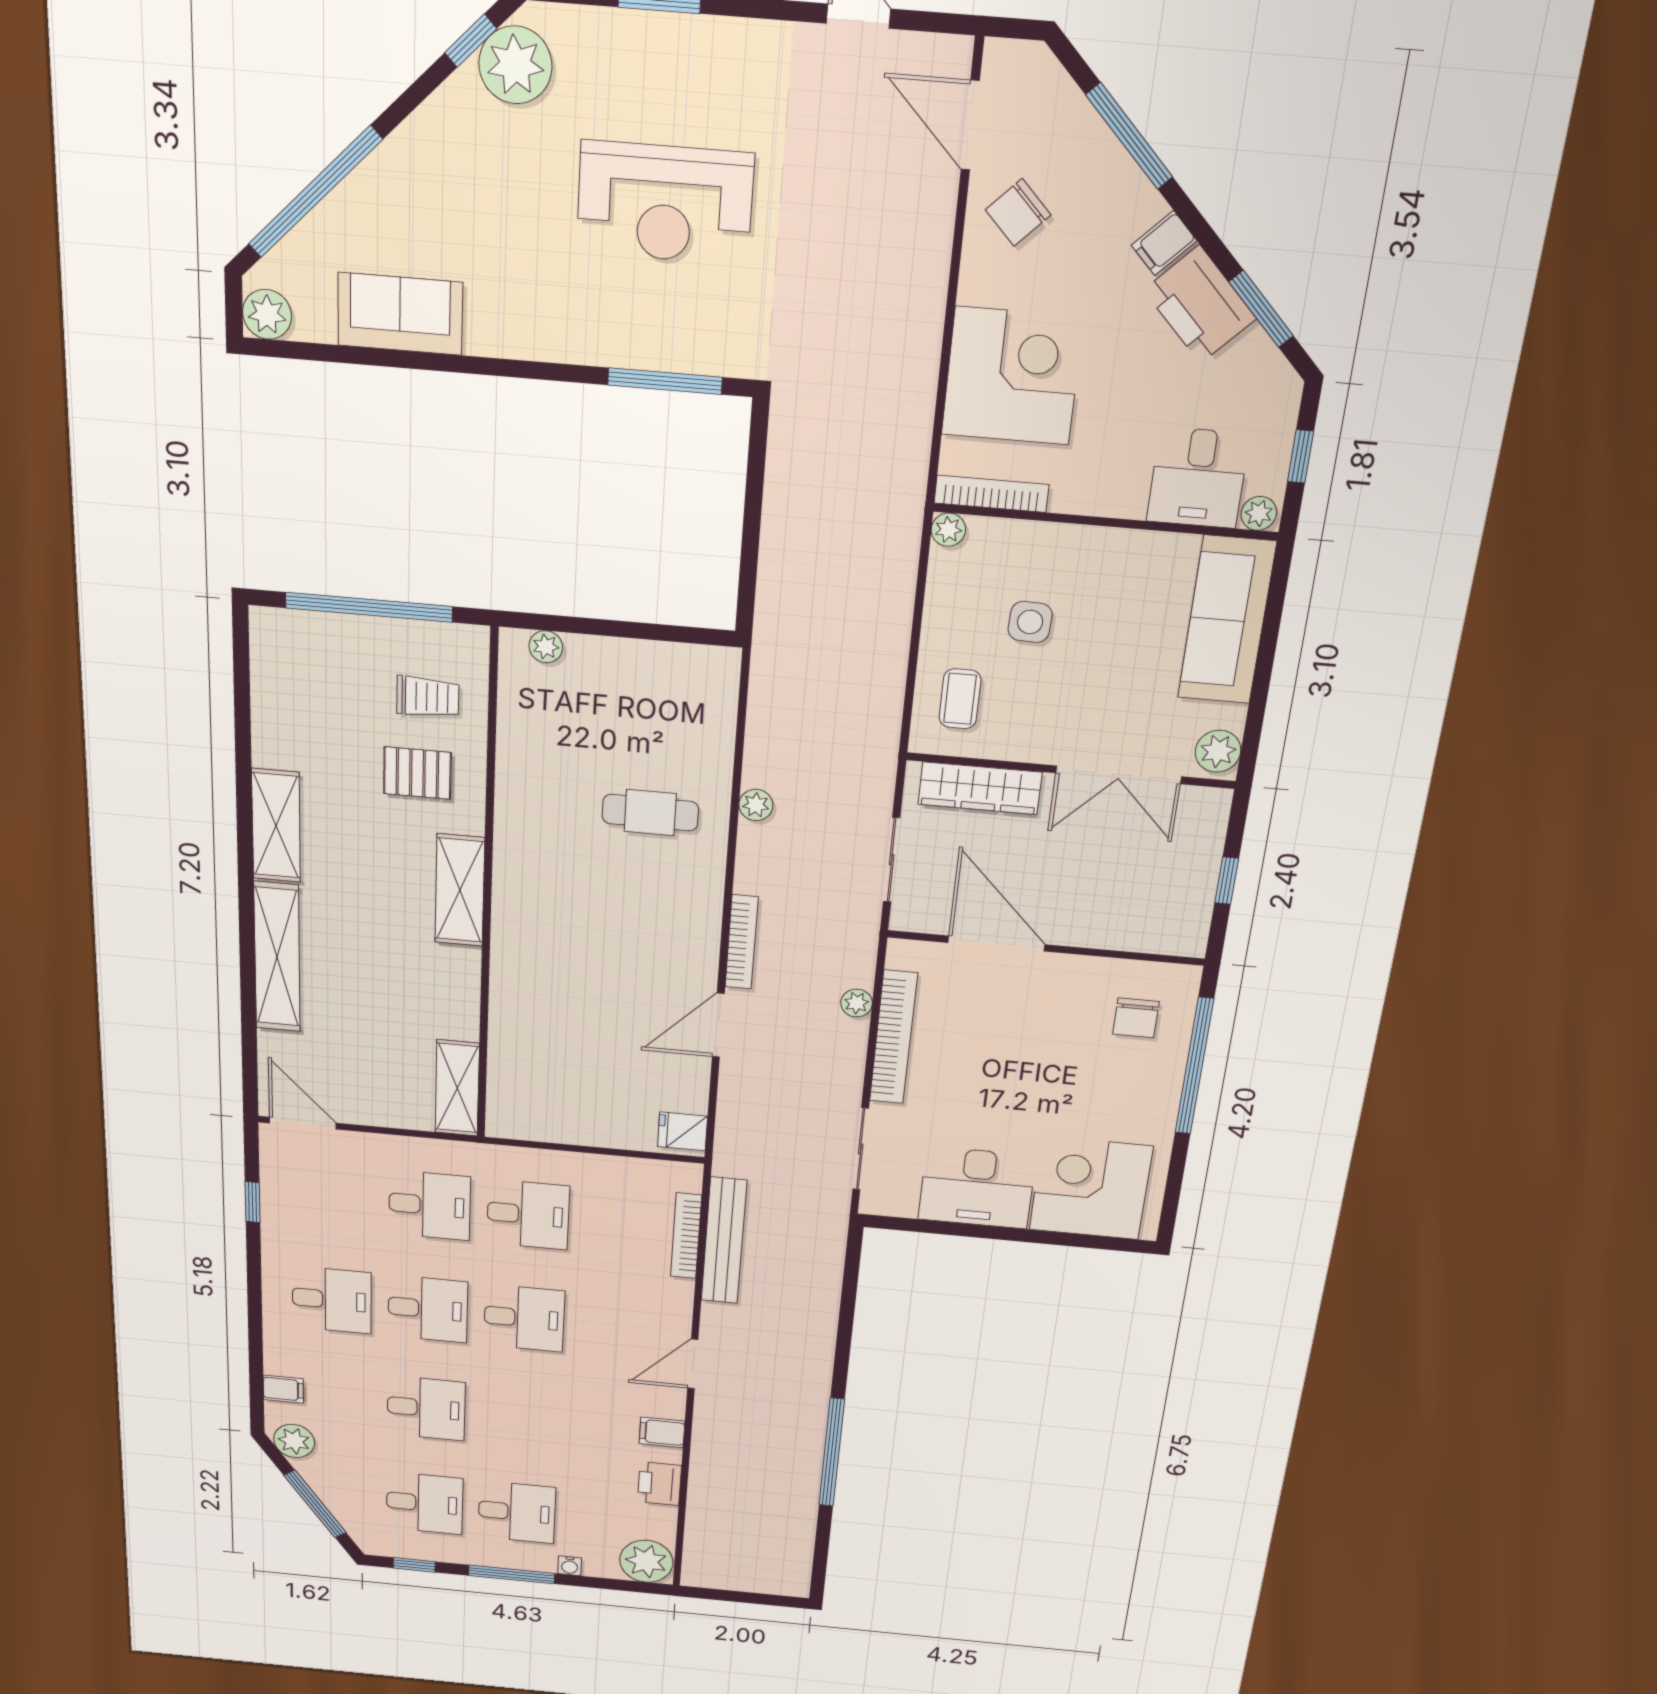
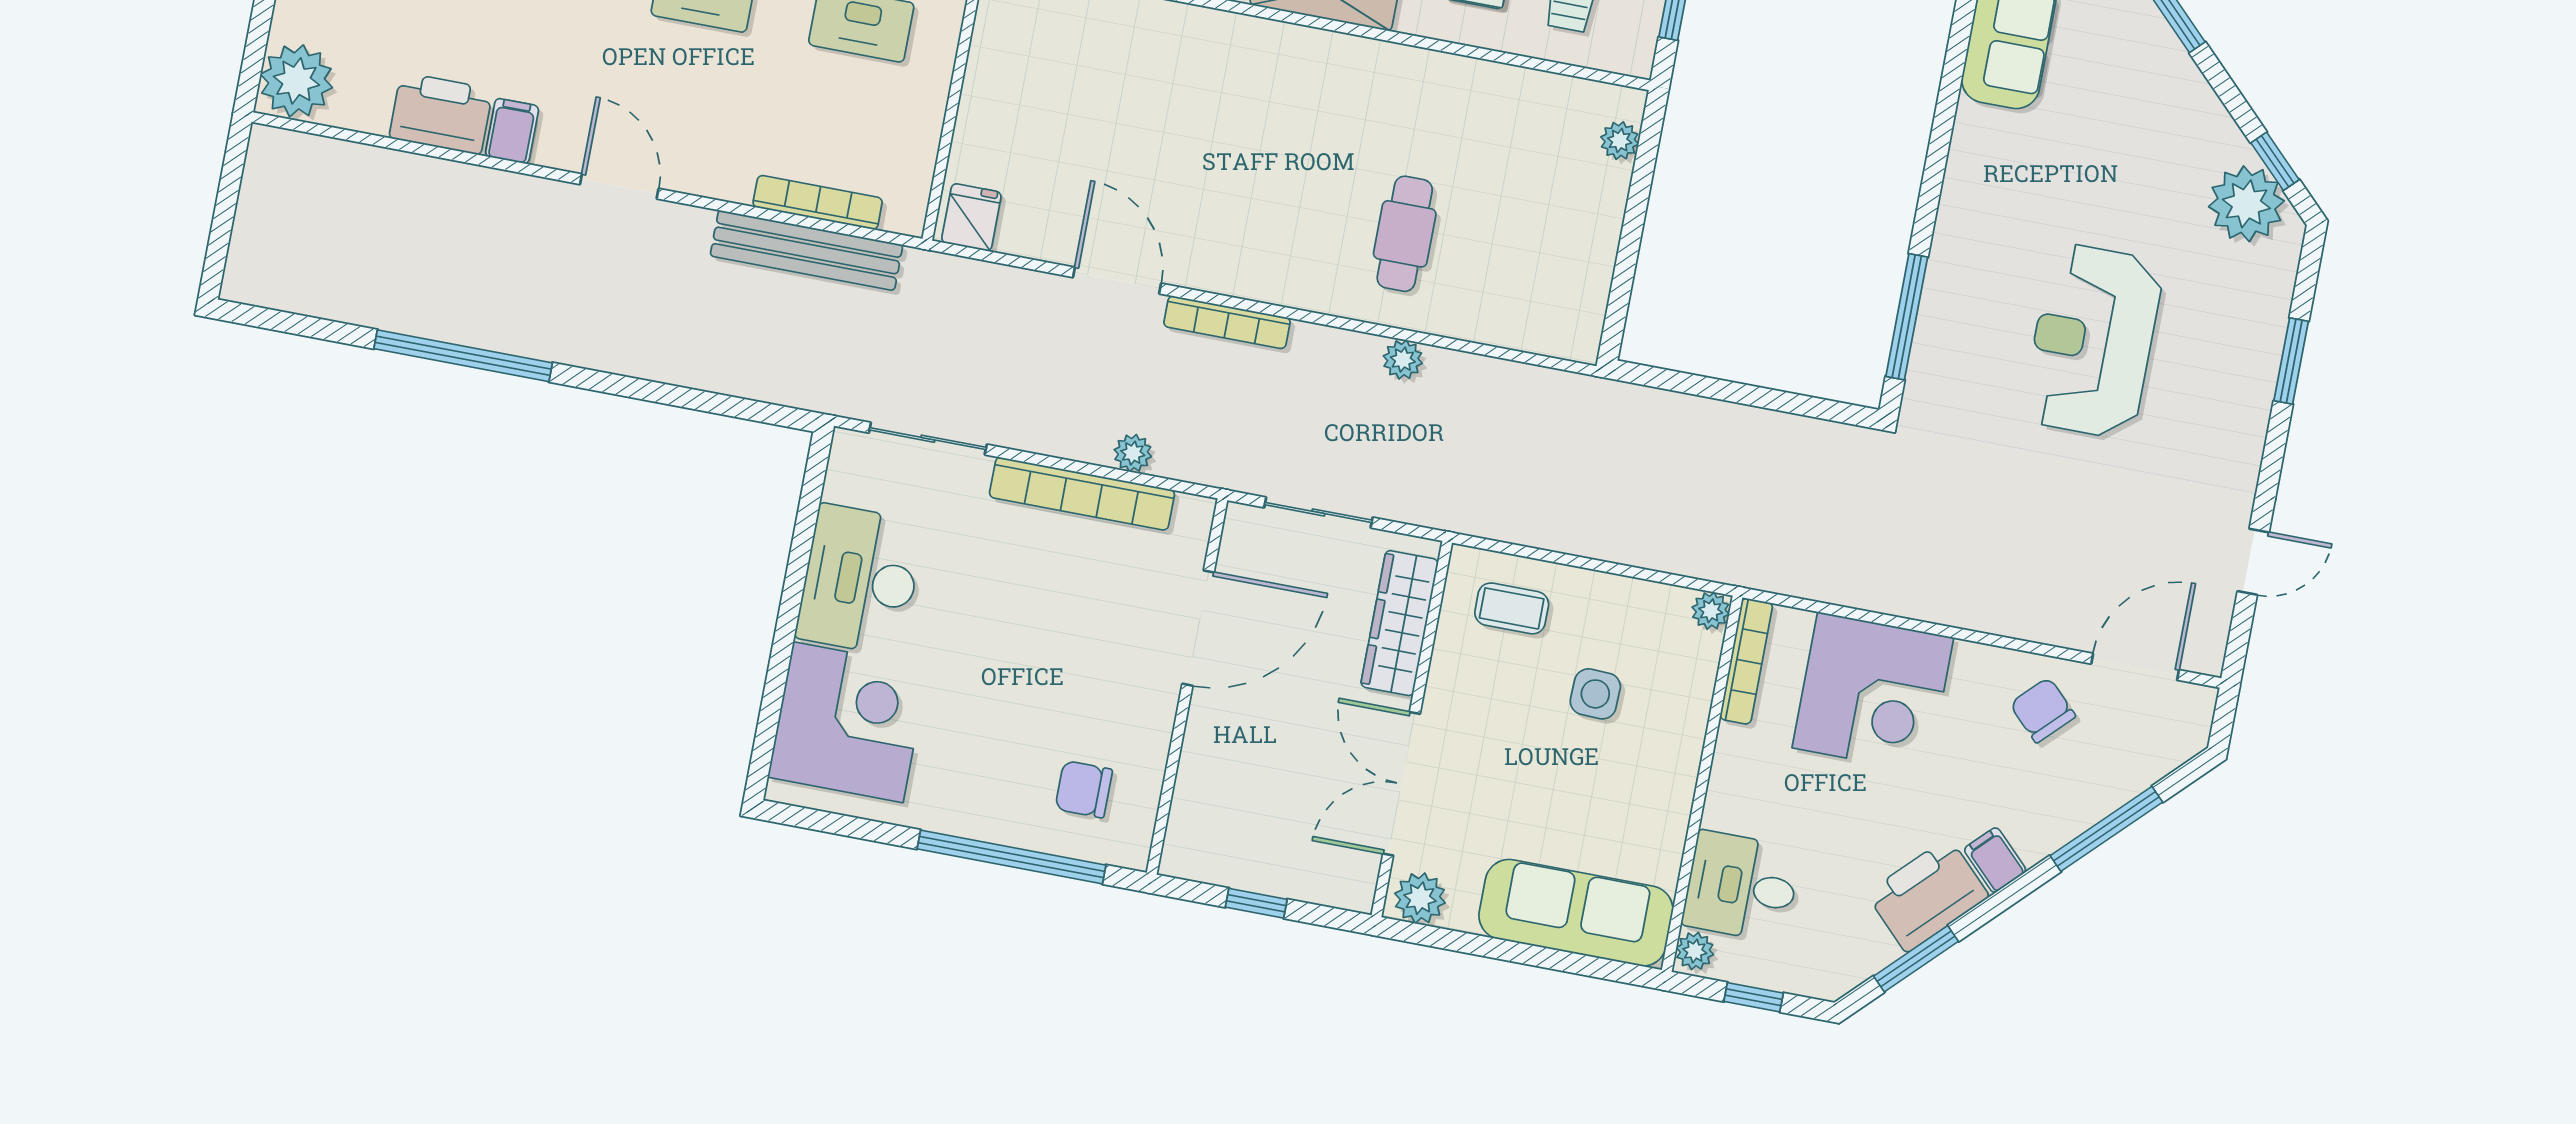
printer: (659, 1484) -> (441, 114), width x1.37, depth x1.19

